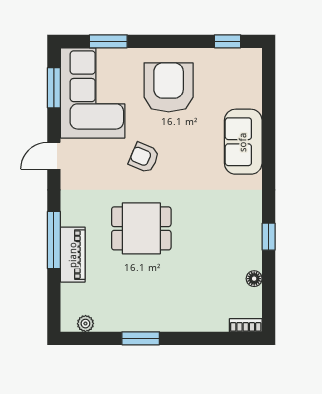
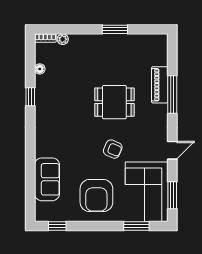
sofa: (243, 142) -> (47, 179), moved
plant: (85, 324) -> (63, 39), moved

